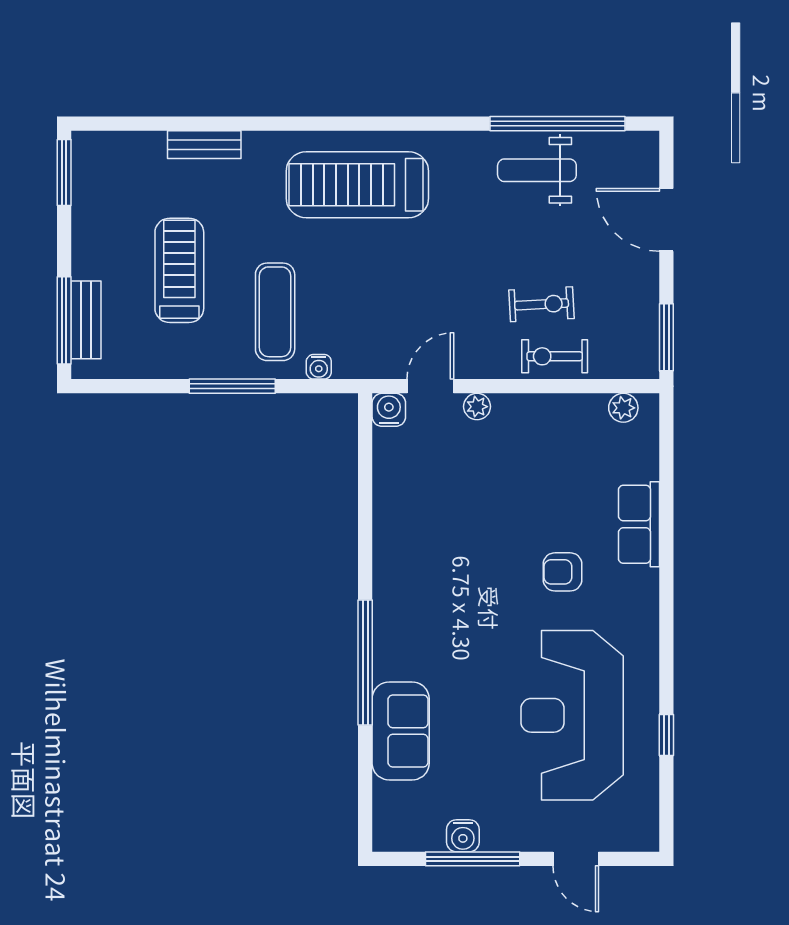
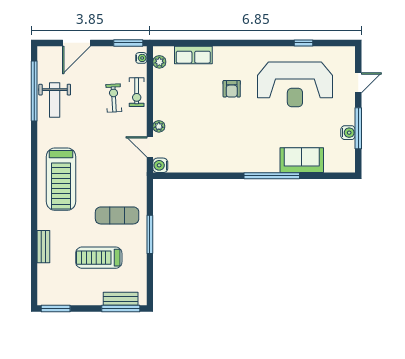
water cooler: (319, 367) -> (141, 58), moved
row of seats: (639, 524) -> (193, 55), moved

